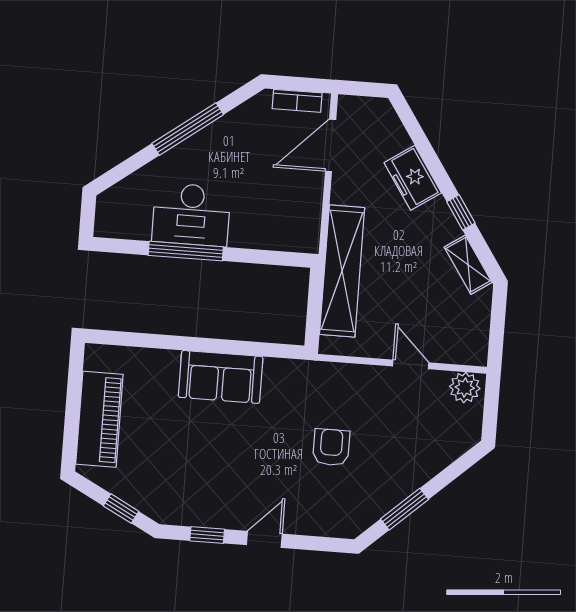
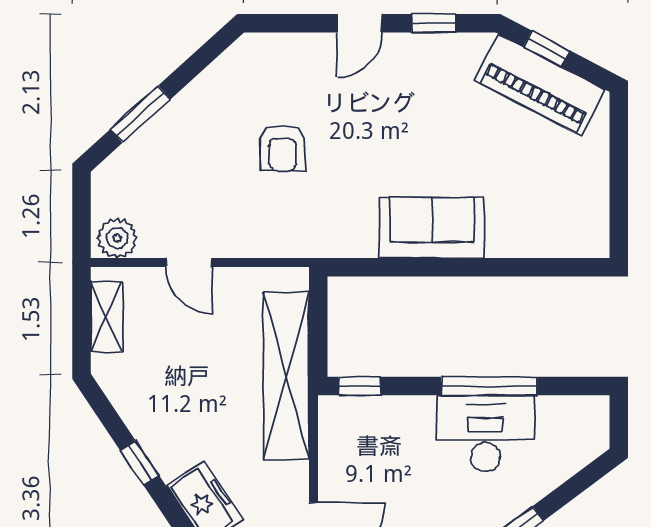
window: (286, 259) -> (359, 386), added
shelving: (468, 265) -> (106, 316), moved, turned 34
piano: (99, 419) -> (540, 85), moved, turned -62
window: (405, 509) -> (140, 114), moved

